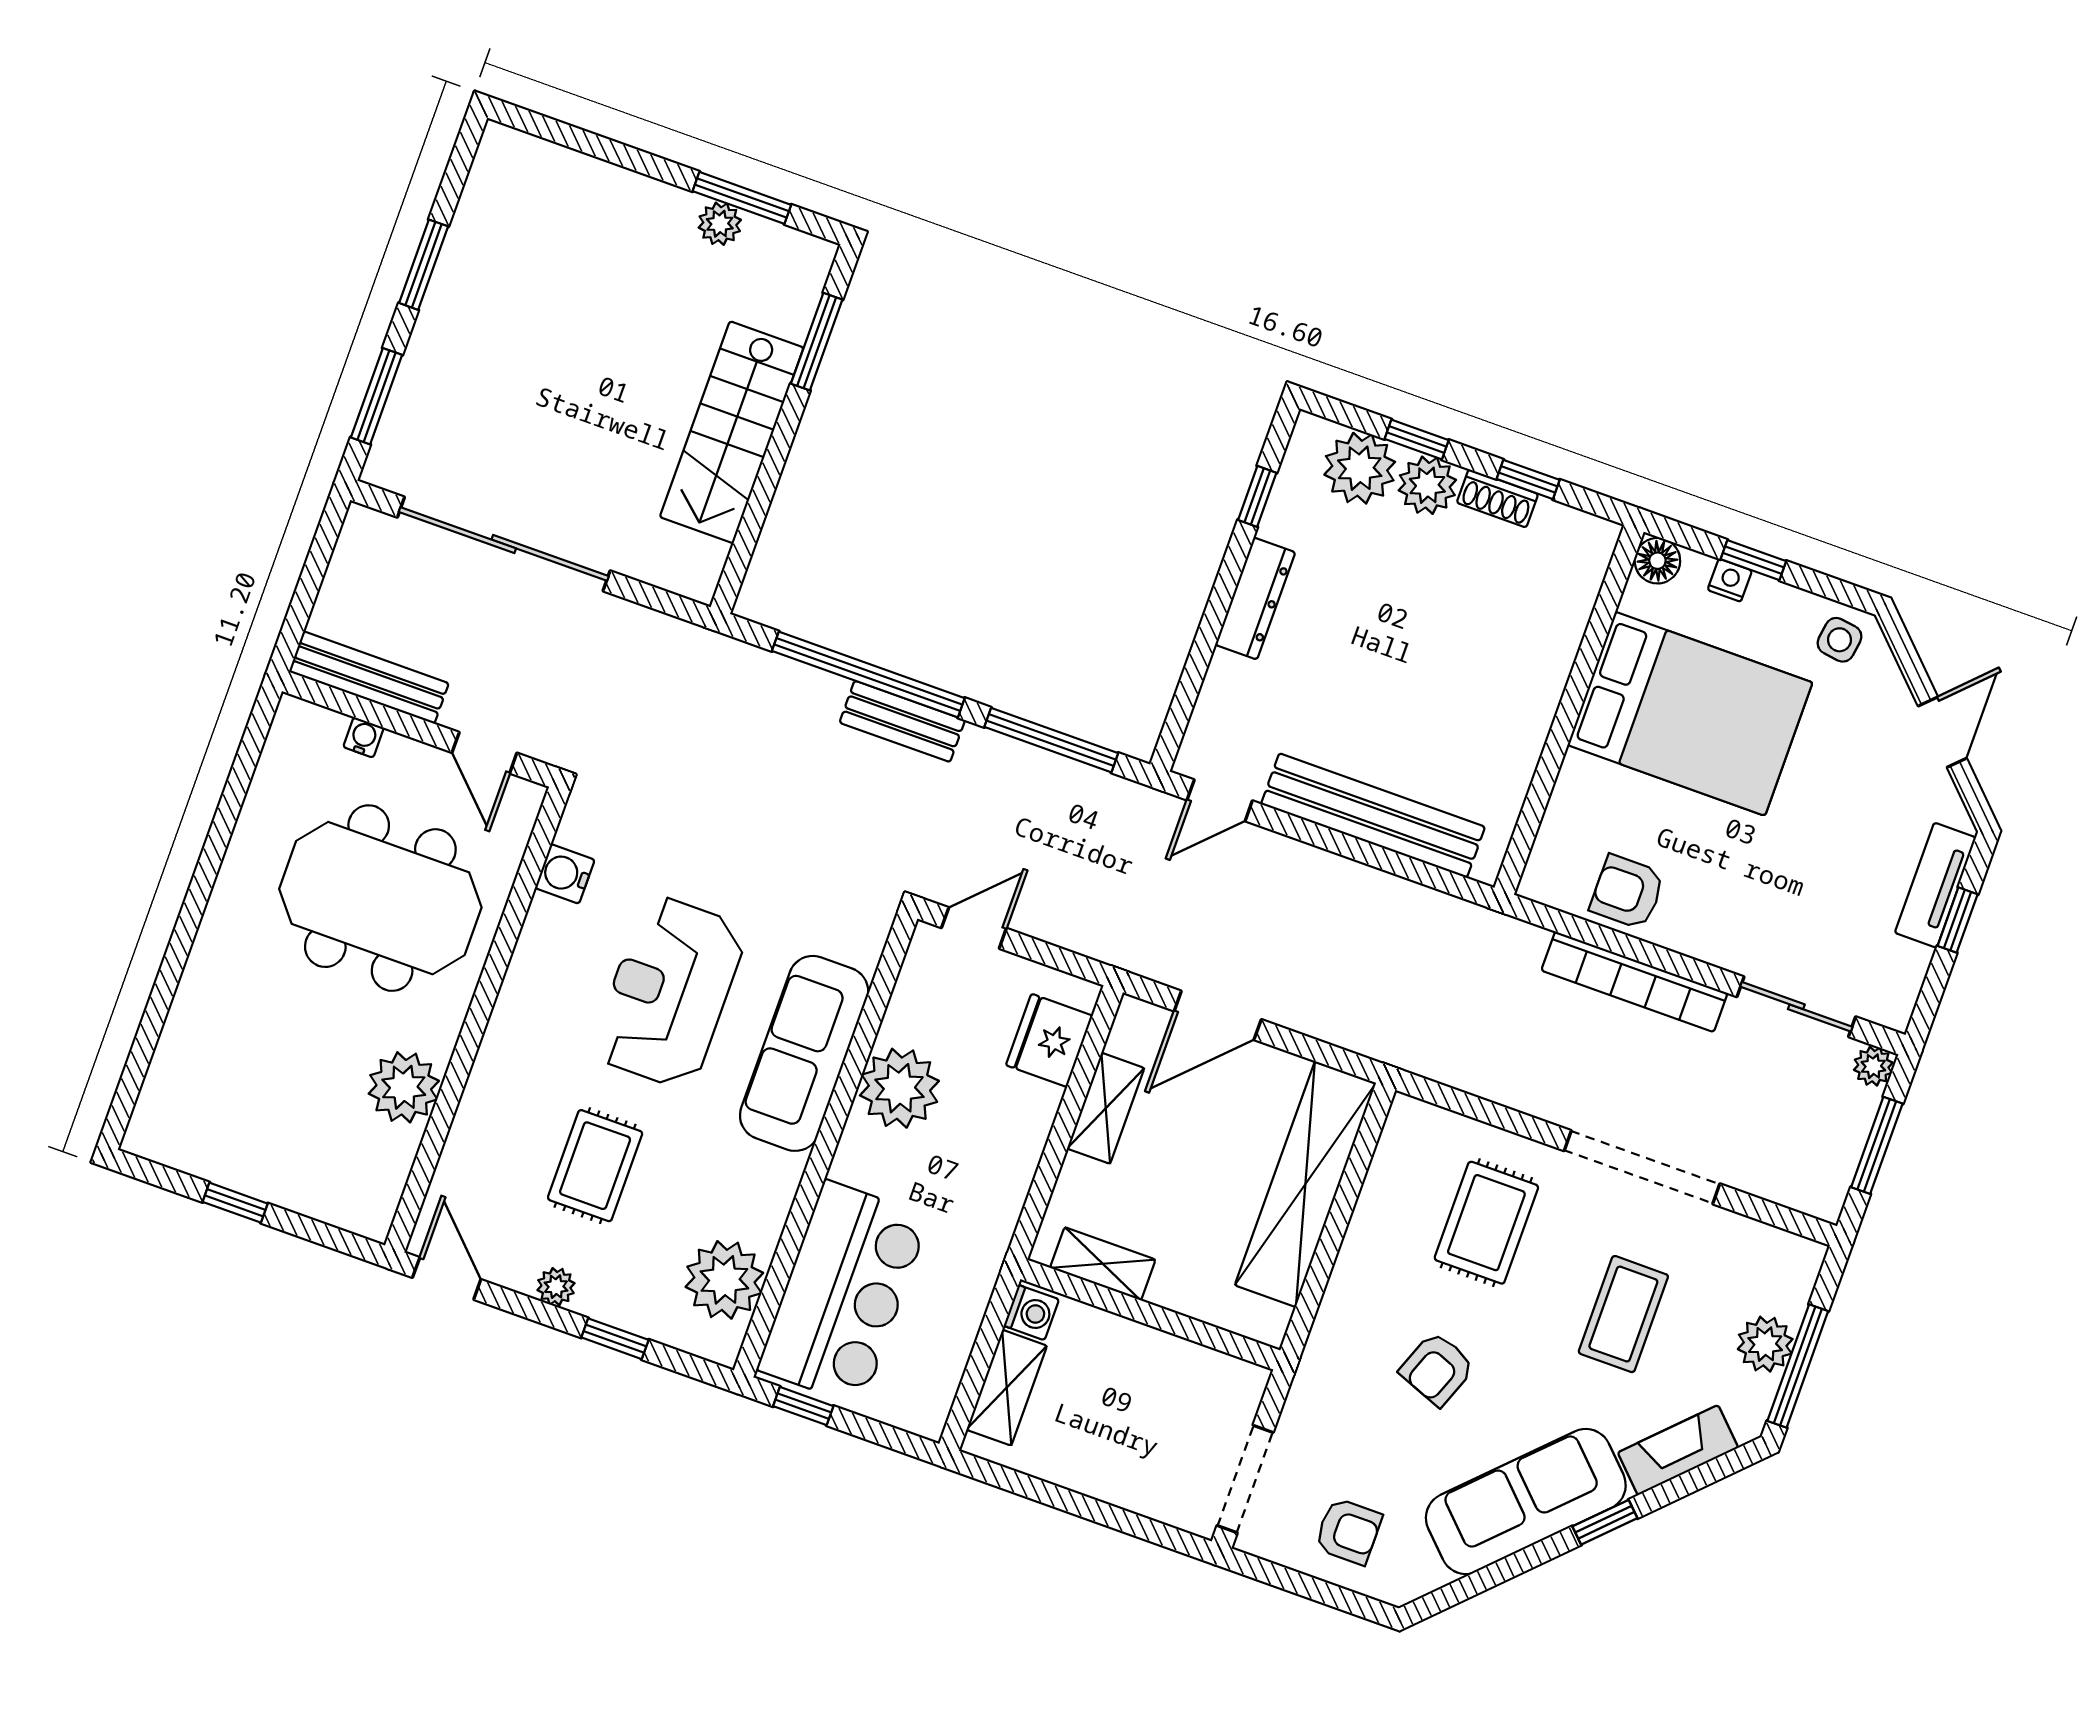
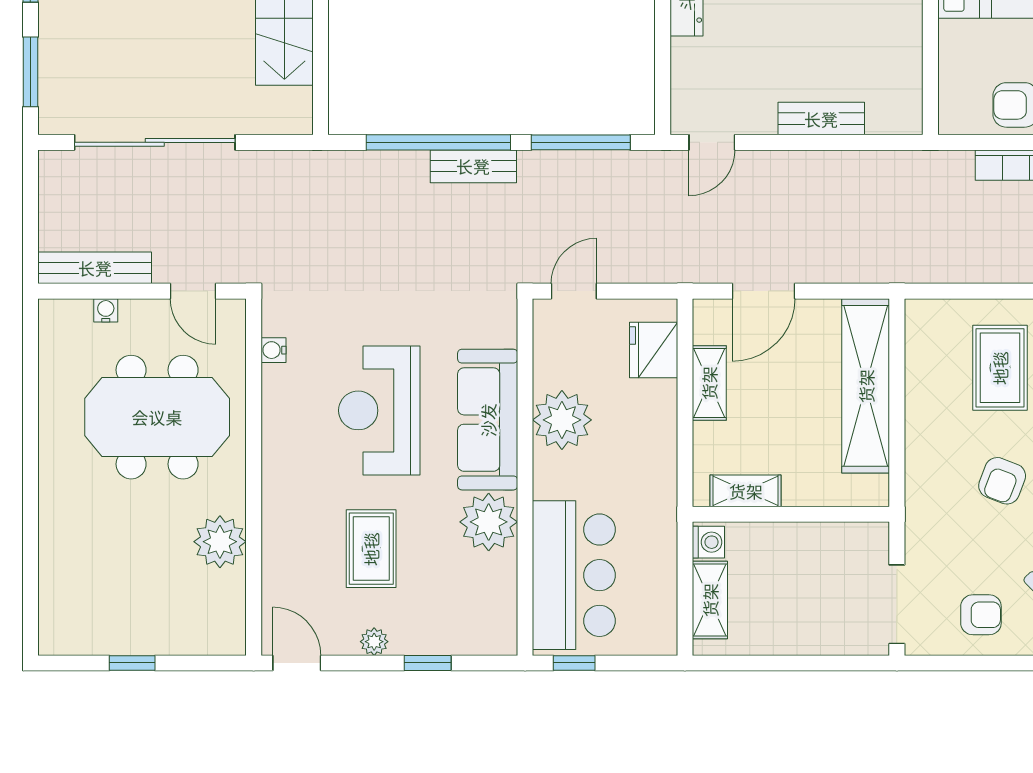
bench: (1373, 816) -> (821, 119), width x0.54, depth x0.82
water cooler: (565, 874) -> (274, 350), width x0.72, depth x0.72
plant: (724, 1280) -> (489, 522), moved

